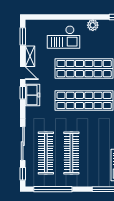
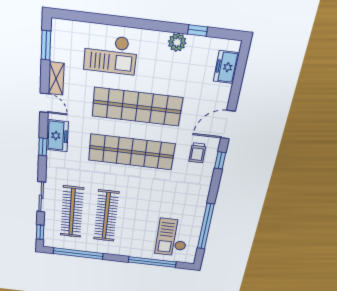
plant: (93, 25) -> (177, 42), moved
window: (23, 93) -> (43, 147), moved
sliding door: (23, 144) -> (41, 197), width x0.73

